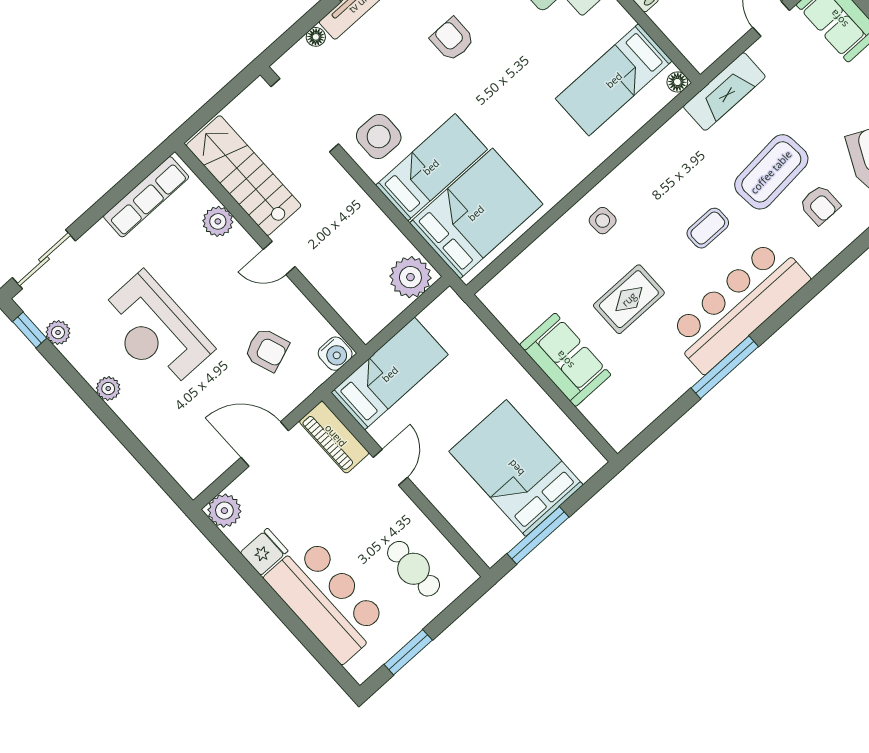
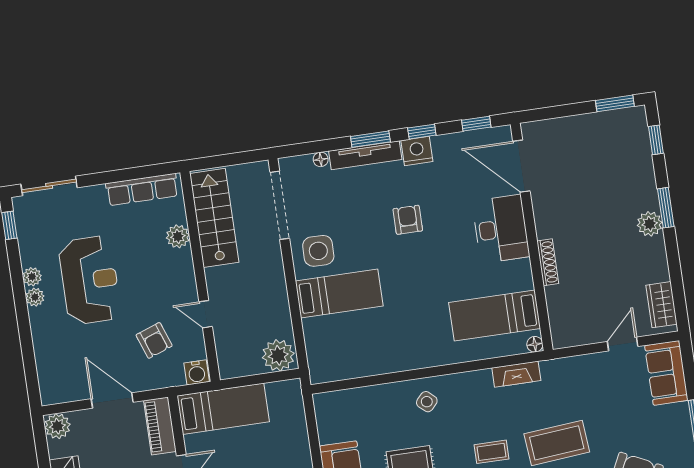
fireplace: (724, 92) -> (516, 374), moved, width x0.73, depth x0.76
bed: (476, 213) -> (348, 343), removed
side table: (603, 221) -> (427, 402), turned 45
door: (279, 258) -> (206, 314), moved
reception desk: (155, 331) -> (90, 280), turned 180
plant: (58, 332) -> (32, 277), moved

